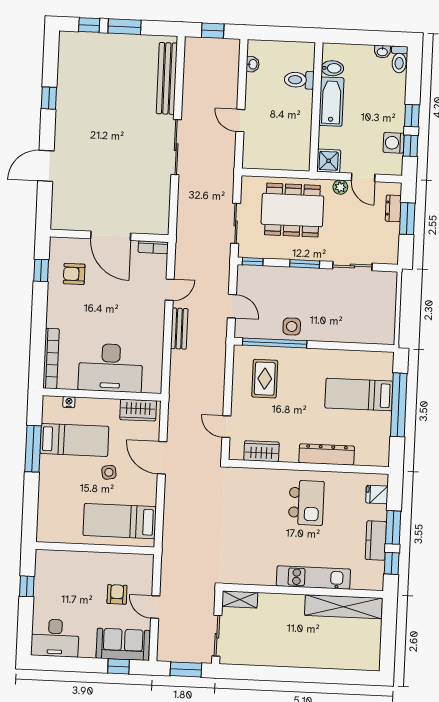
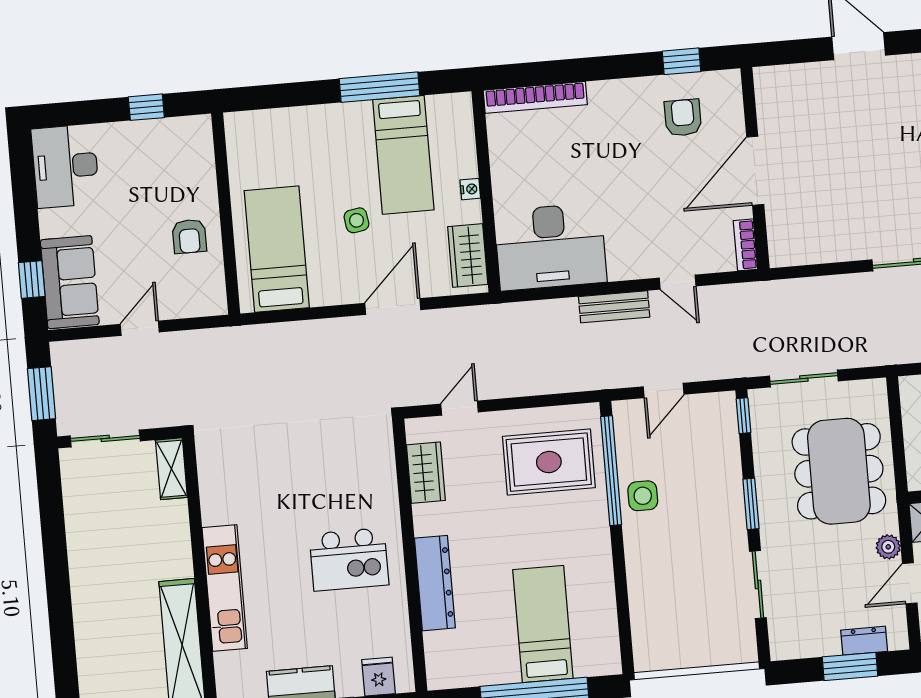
desk: (111, 368) -> (550, 247), moved, turned -90
rug: (265, 379) -> (549, 462), width x1.36, depth x1.43
nightstand: (69, 402) -> (470, 189), moved
armchair: (117, 594) -> (189, 236), moved, turned 90

